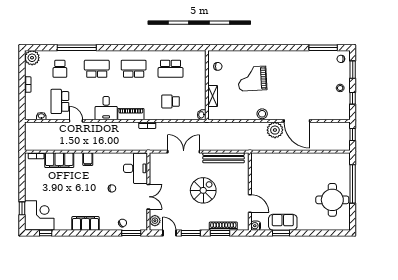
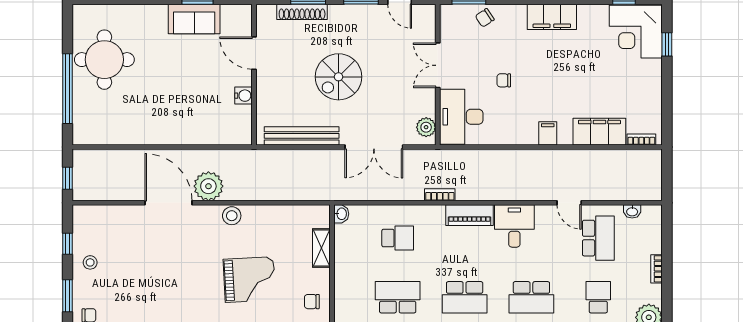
plant: (155, 221) -> (426, 127), moved
water cooler: (256, 226) -> (244, 96), moved

